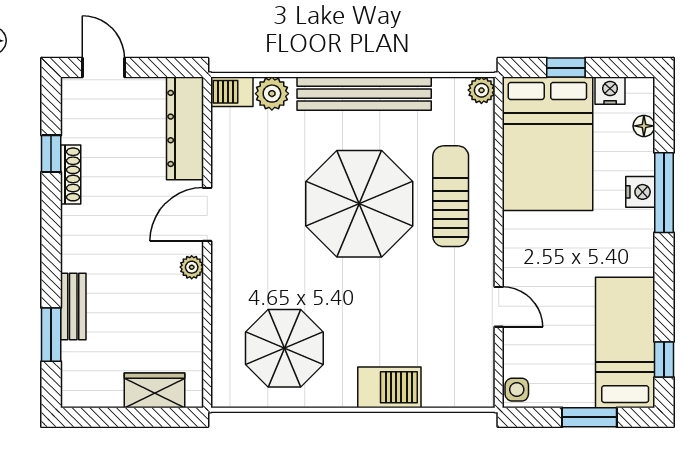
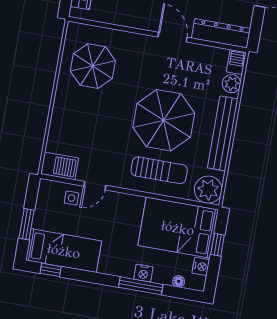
plant: (481, 90) -> (208, 190), width x1.88, depth x1.88
plant: (192, 267) -> (145, 24), removed
barbecue: (389, 387) -> (60, 166), moved, turned -90
side table: (517, 390) -> (72, 198), moved

